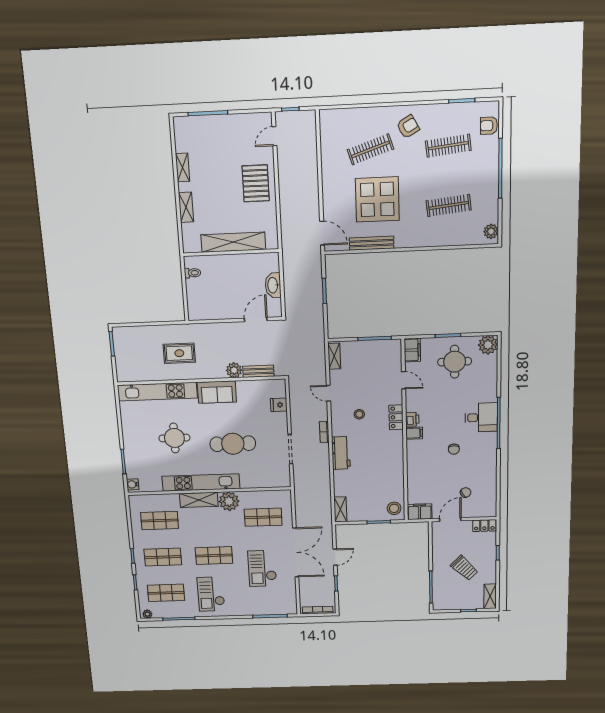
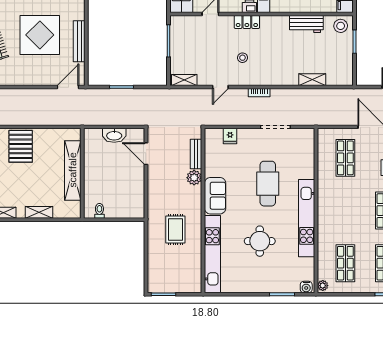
pallet: (256, 183) -> (21, 146), turned 90
workbench: (341, 453) -> (306, 24), moved, turned 180
shelving: (199, 500) -> (325, 222), removed
plant: (229, 501) -> (323, 286), moved, width x0.53, depth x0.53
shelving: (340, 509) -> (312, 80), moved

